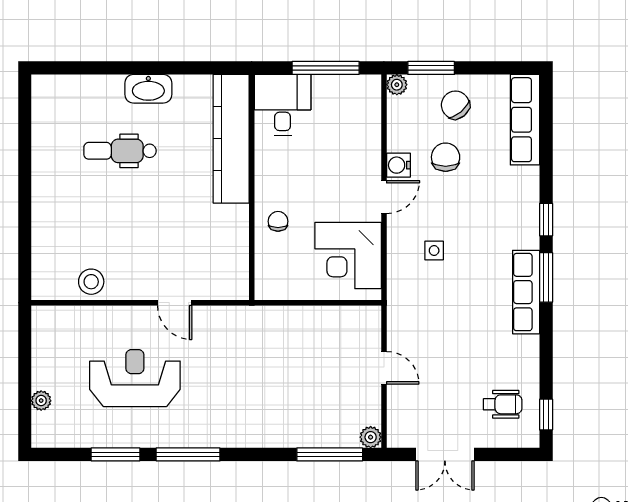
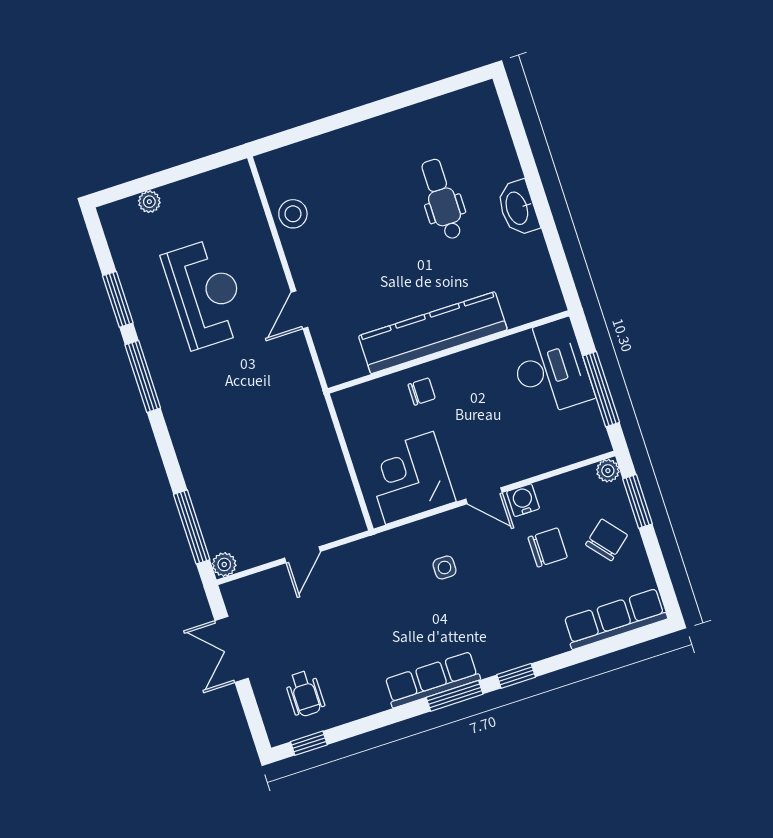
desk: (283, 105) -> (551, 367), width x1.37
kitchen counter: (231, 139) -> (433, 333), moved

